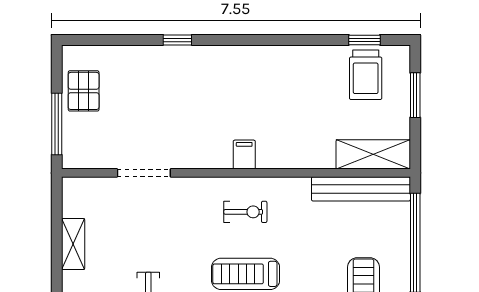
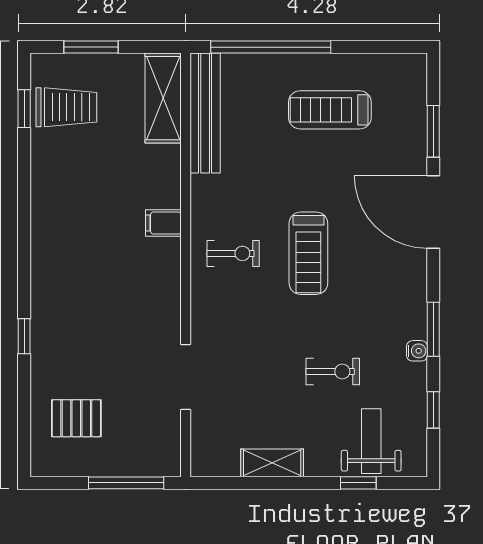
pallet: (84, 91) -> (76, 418), moved
filing cabinet: (244, 155) -> (163, 223), moved
exercise bike: (245, 212) -> (233, 253), turned 90

